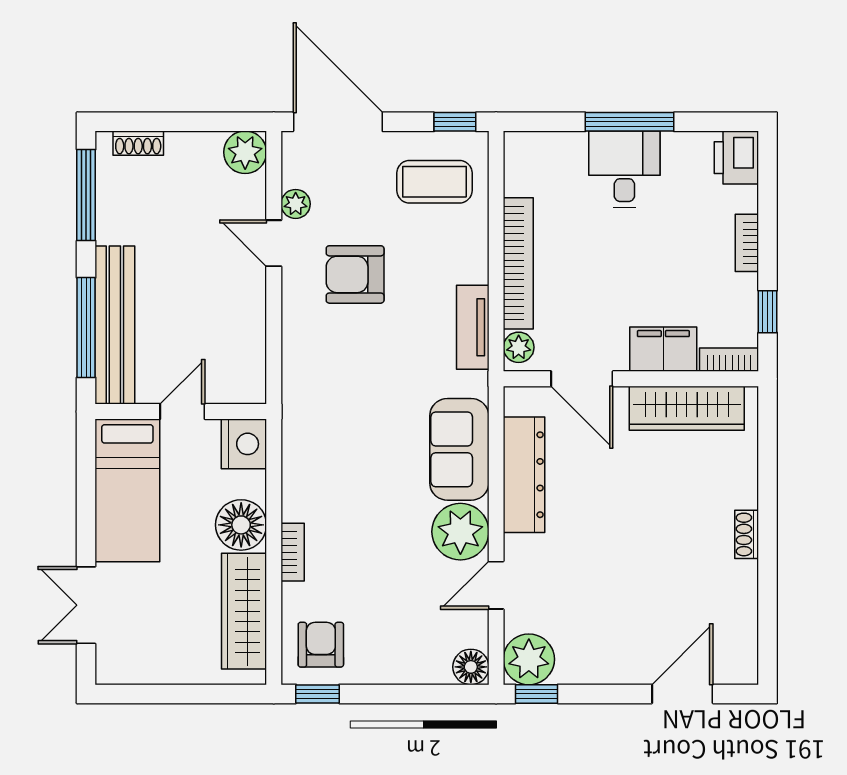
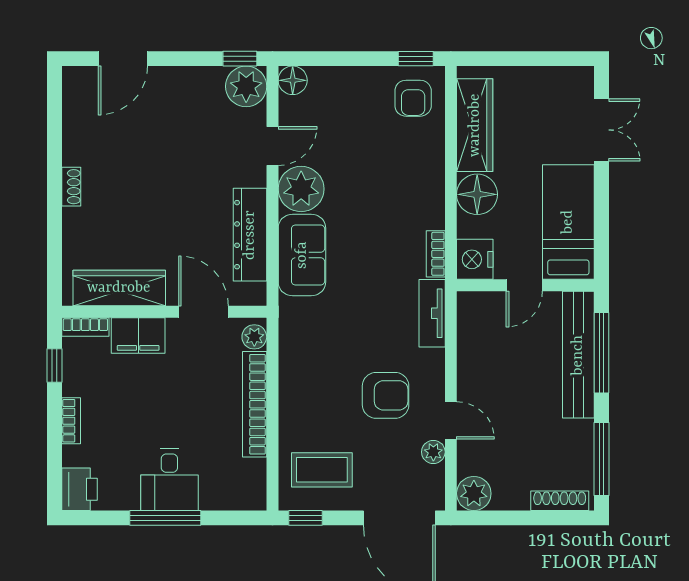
shoe rack: (138, 143) -> (560, 501), width x1.43
tv unit: (473, 327) -> (432, 313), moved, turned 180
bookcase: (293, 552) -> (436, 254), moved

